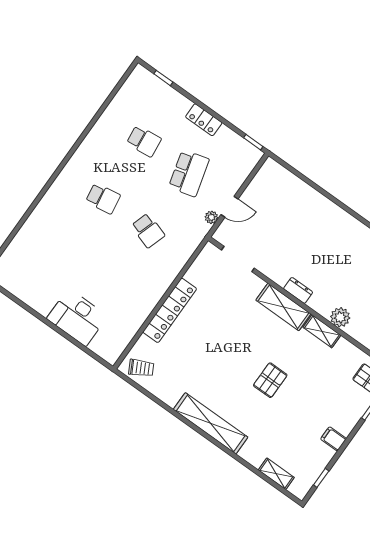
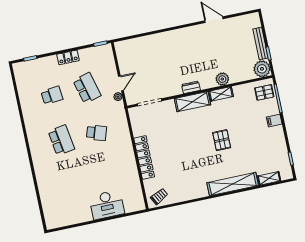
school desk: (103, 198) -> (61, 140), width x1.85
shelving: (211, 423) -> (233, 184), moved
filing cabinet: (333, 439) -> (274, 121), moved

